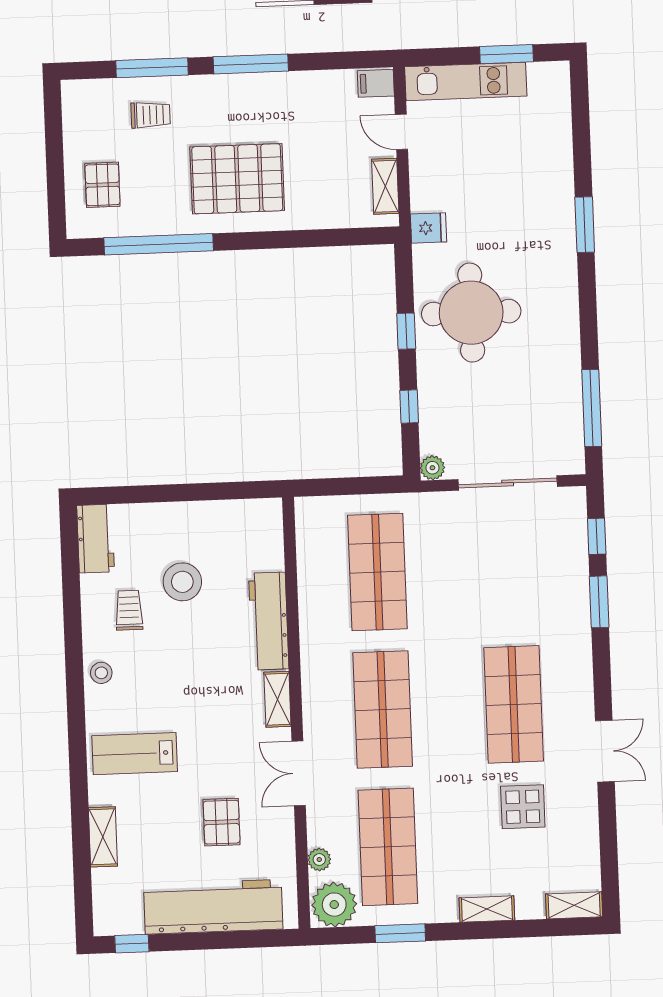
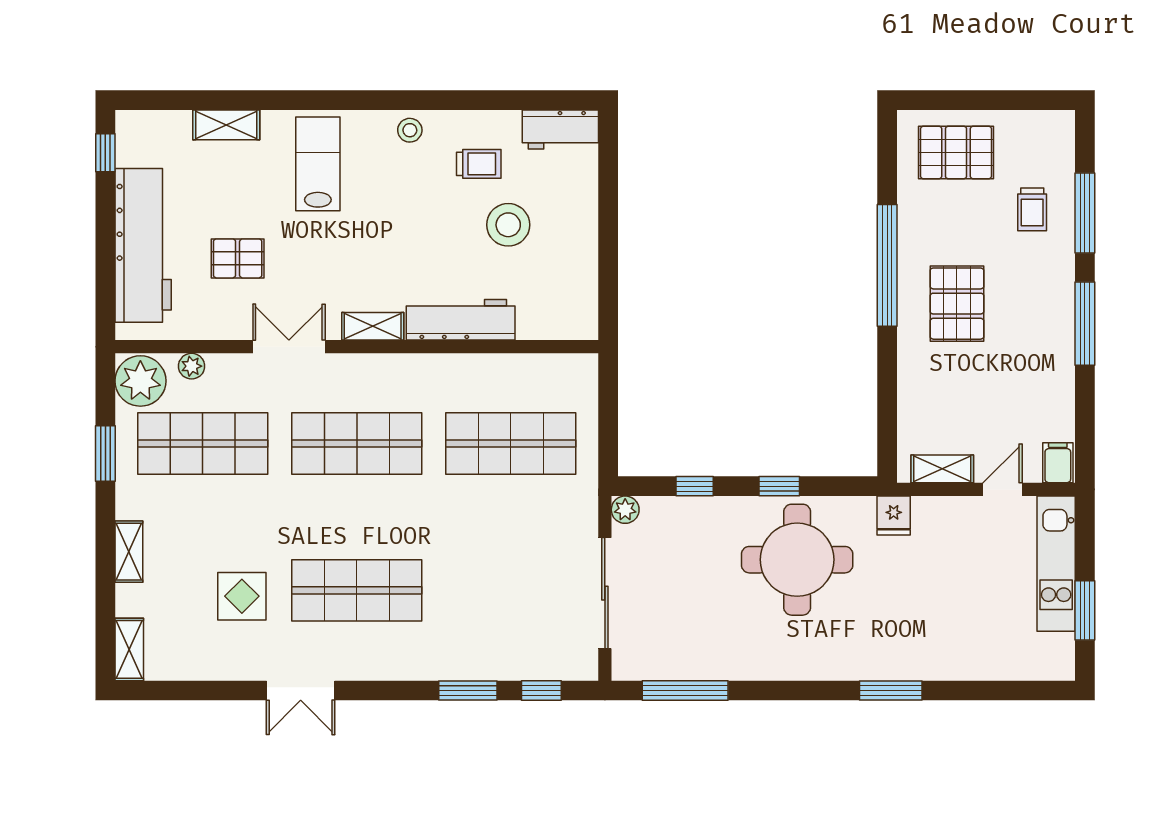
pallet: (237, 179) -> (957, 304), width x0.73, depth x0.71
pallet: (102, 185) -> (956, 153), width x1.50, depth x1.42
window: (159, 244) -> (887, 265), moved

